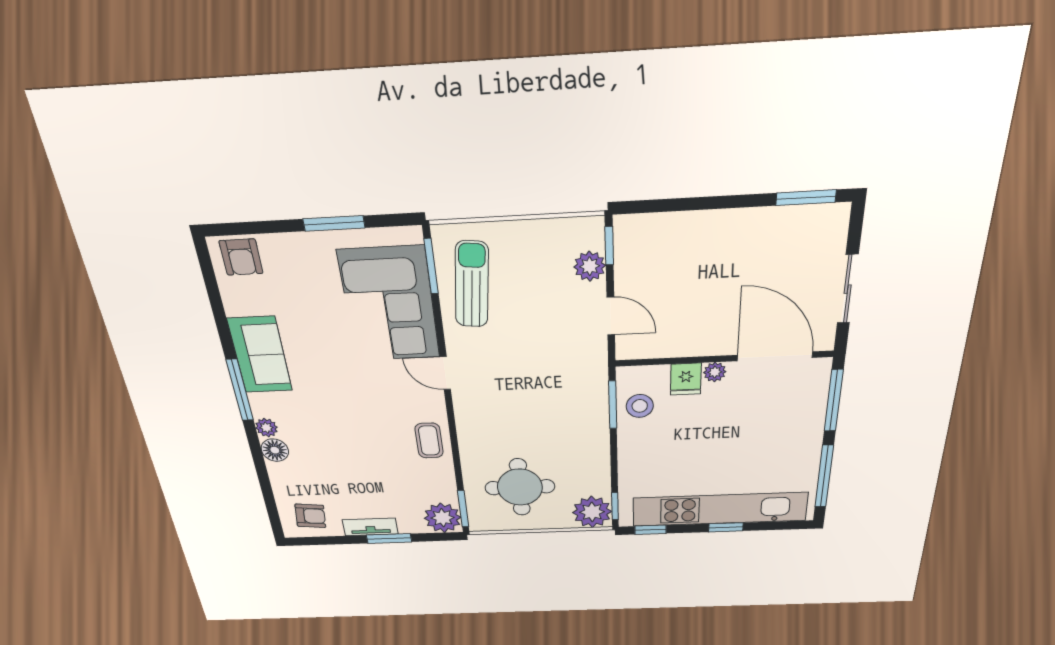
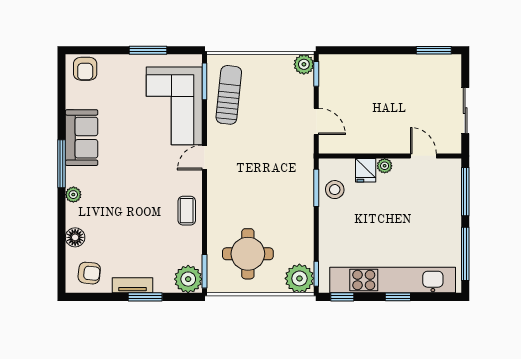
plant: (590, 266) -> (304, 64), moved
door: (775, 356) -> (423, 156), width x0.53
door: (445, 373) -> (204, 158), hinge flipped
floor lamp: (275, 450) -> (75, 237), moved

